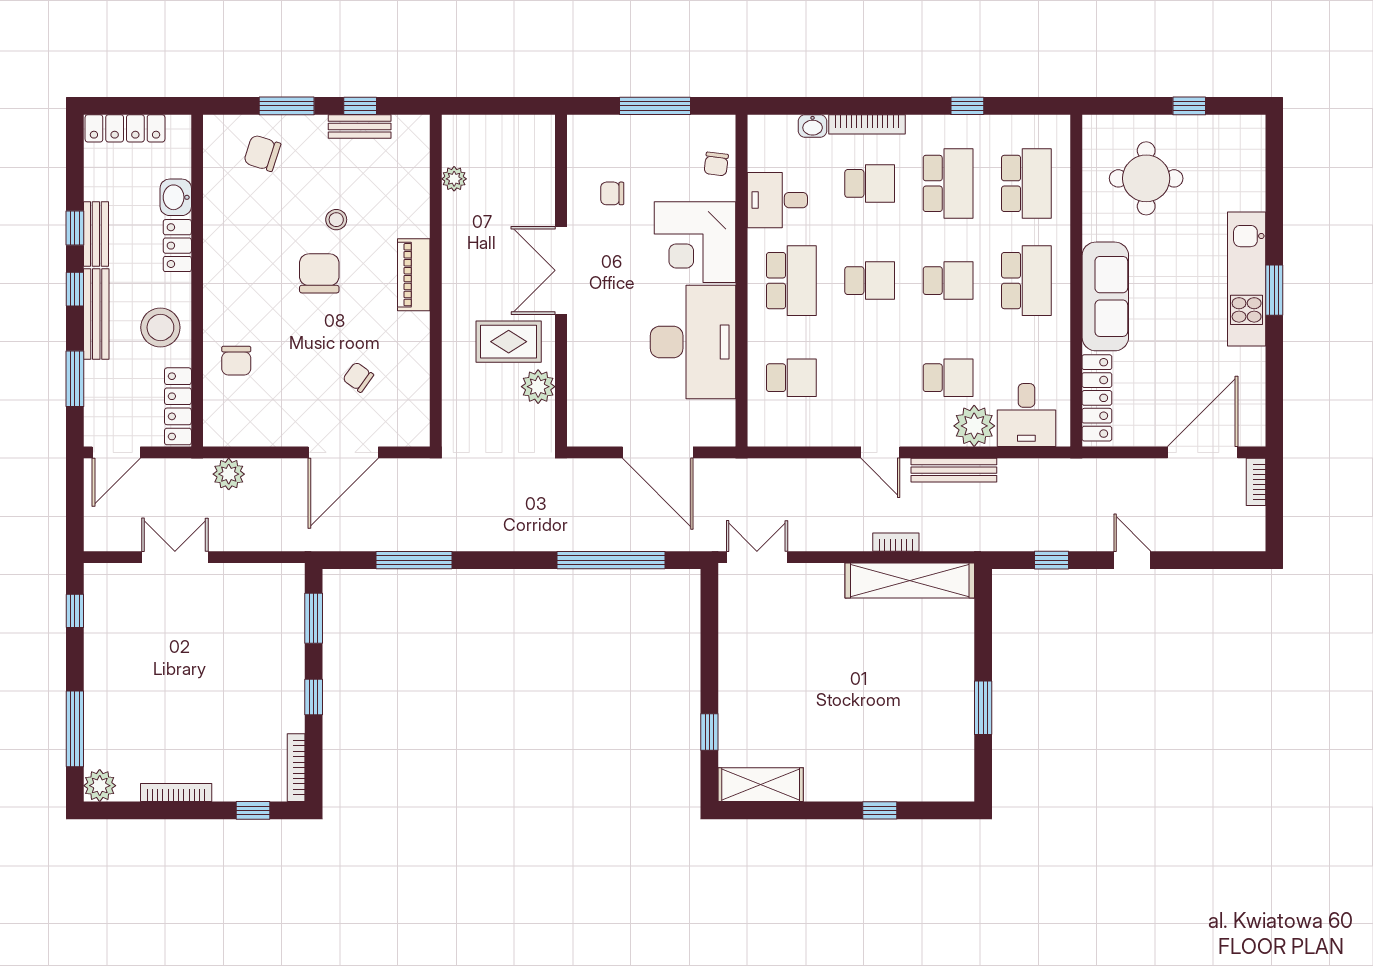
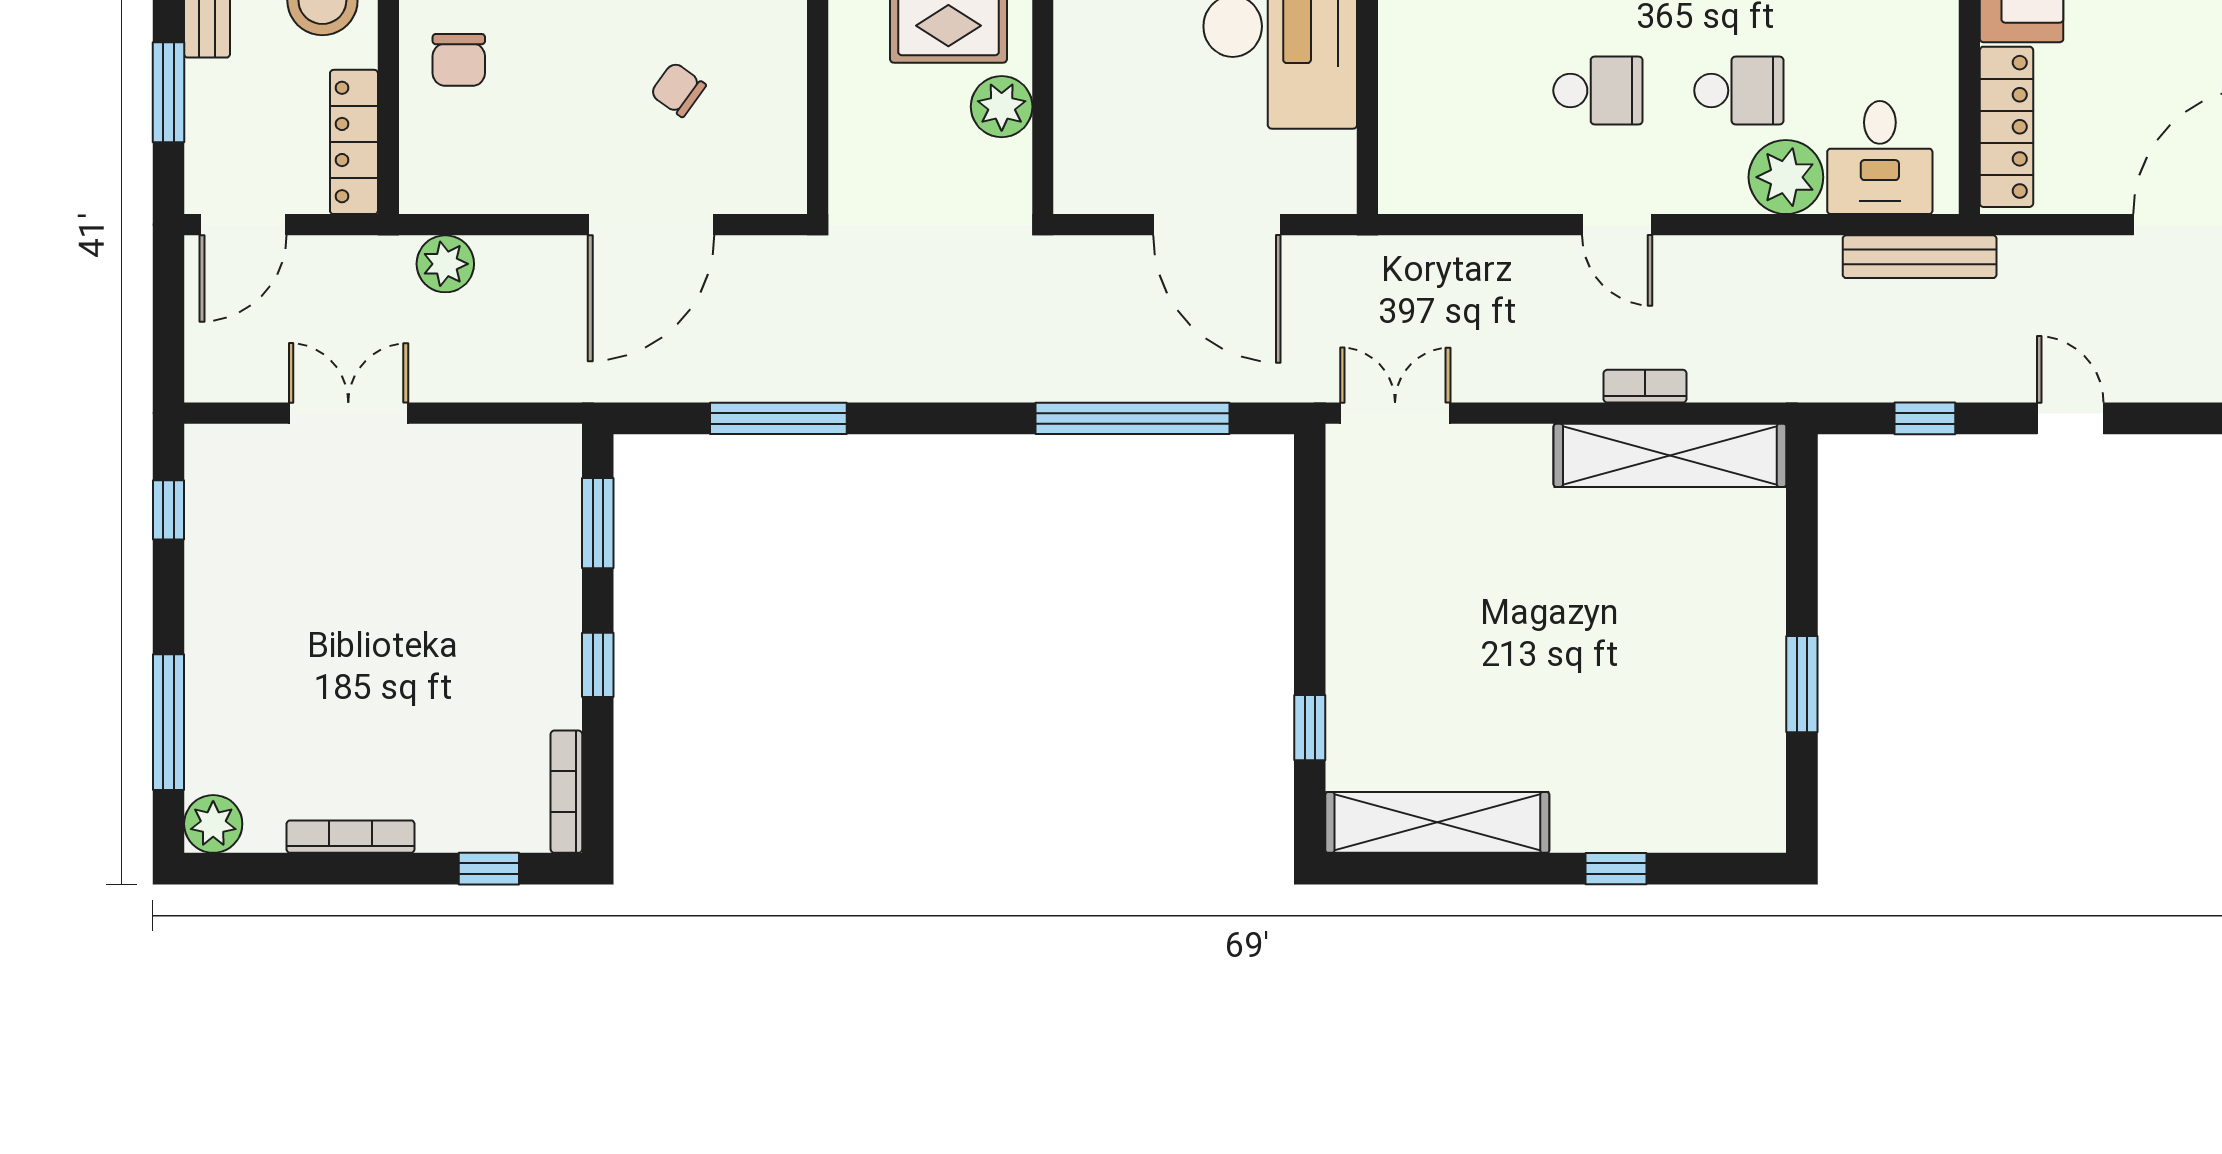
school desk: (791, 378) -> (1598, 90), moved
bench: (954, 470) -> (1920, 257), moved
shelving: (761, 785) -> (1437, 822), width x1.47

